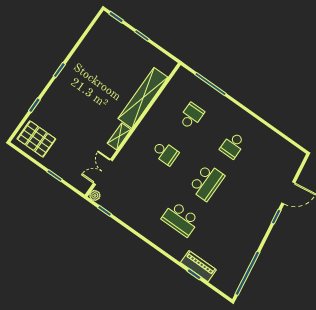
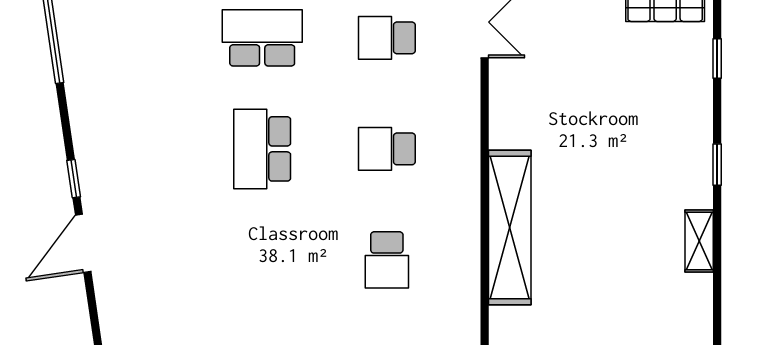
shelving: (119, 136) -> (699, 241), moved
school desk: (233, 145) -> (387, 38), moved, turned -90

